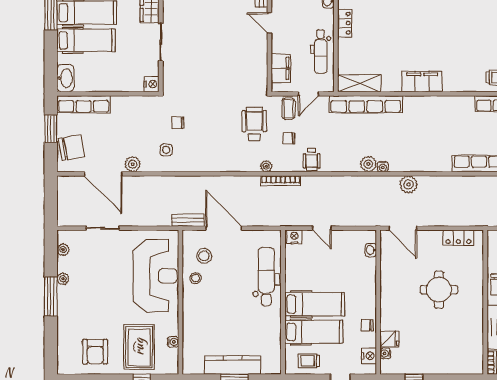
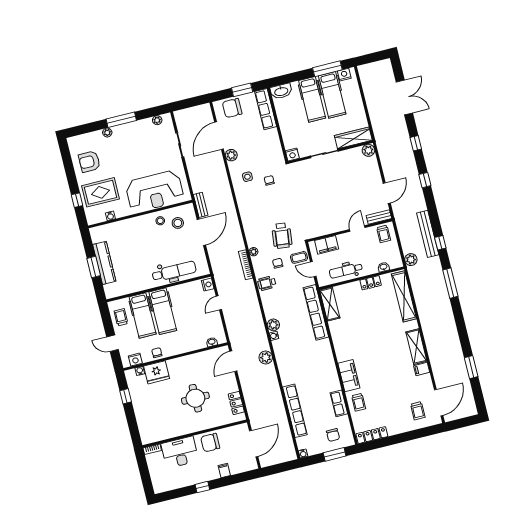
filing cabinet: (422, 82) -> (349, 376), moved
wheelchair: (254, 124) -> (282, 236), turned 97
chair: (71, 148) -> (232, 108), turned 100
plant: (63, 279) -> (107, 133), moved
fridge: (389, 339) -> (157, 372), width x1.88, depth x1.34

